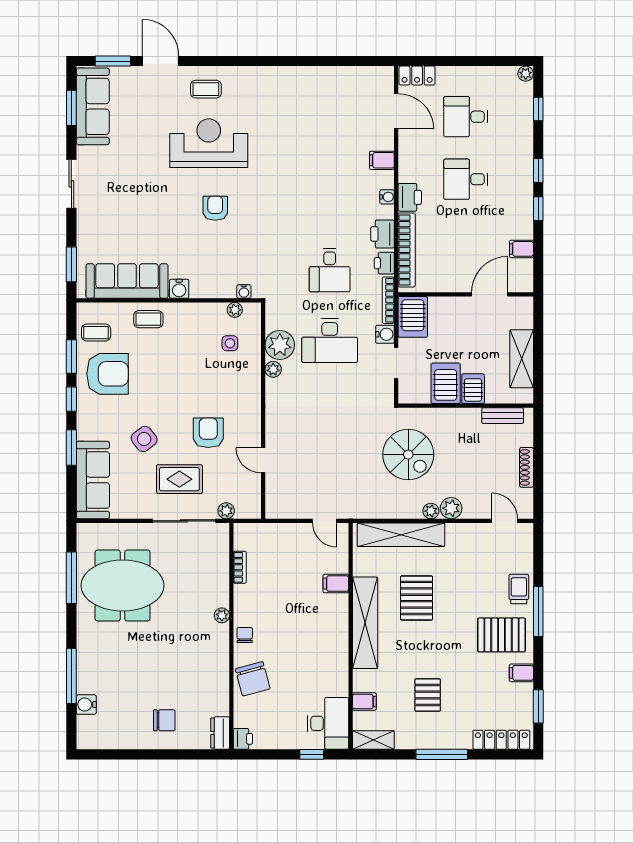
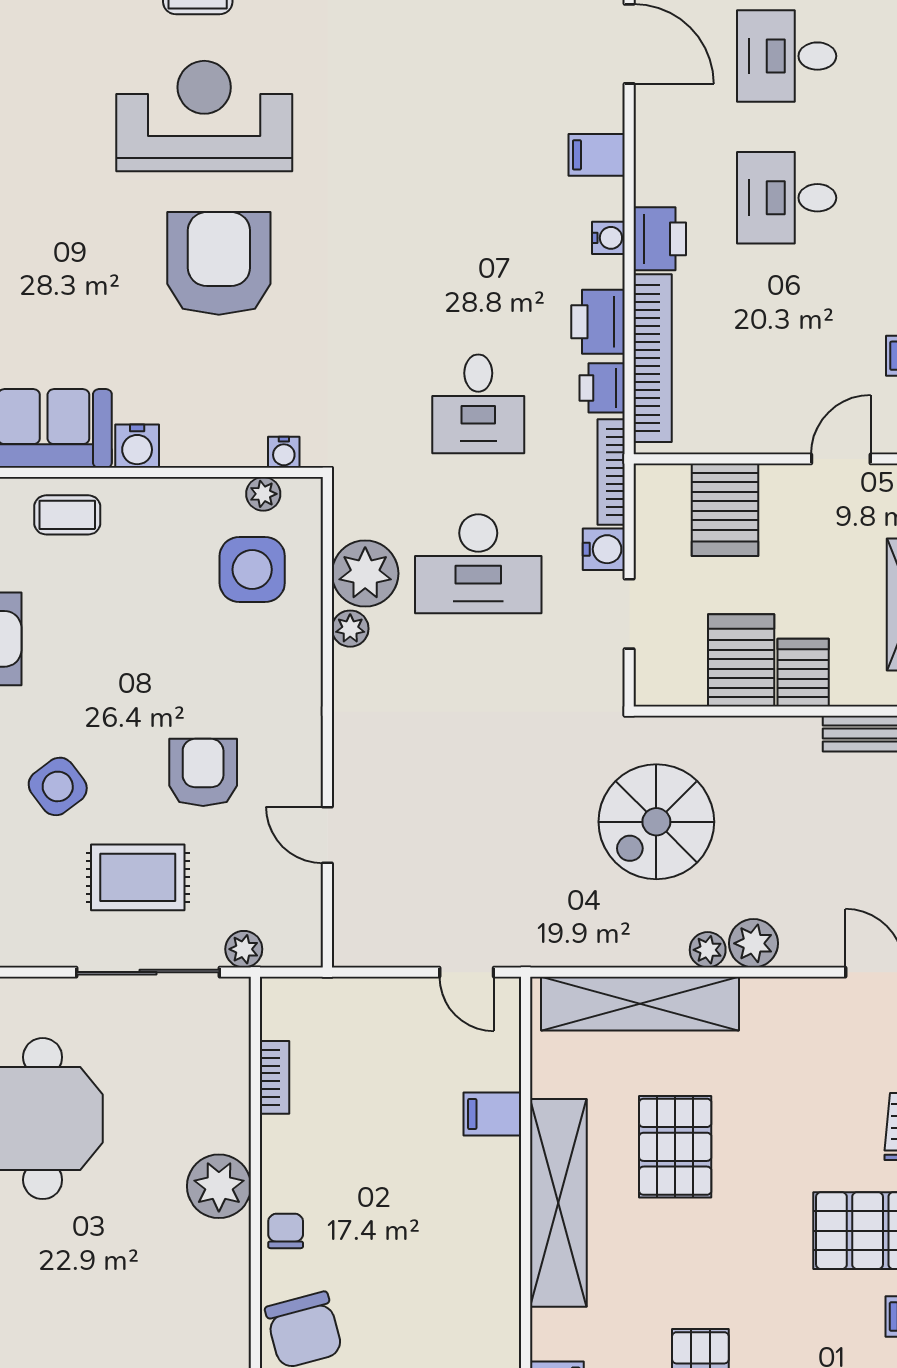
armchair: (215, 208) -> (219, 263), width x1.88, depth x1.88
door: (490, 294) -> (841, 459), width x0.73
server rack: (413, 317) -> (725, 510), moved
side table: (230, 343) -> (252, 570), width x1.87, depth x1.87
spiral stairs: (408, 455) -> (656, 822), turned 90
plant: (222, 615) -> (219, 1186), width x1.88, depth x1.88

